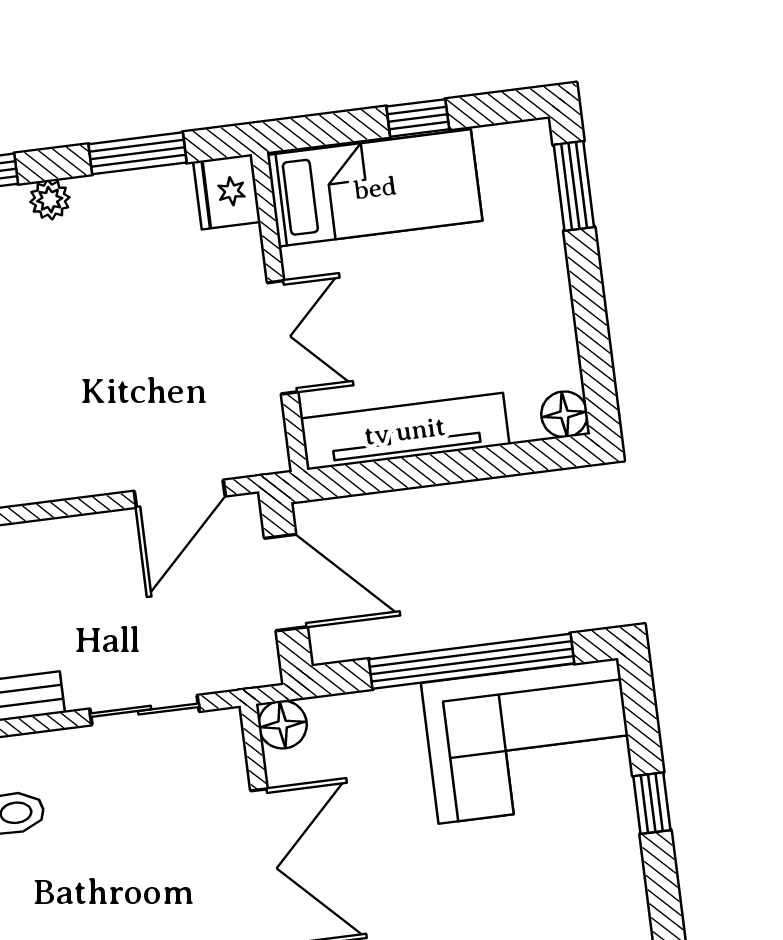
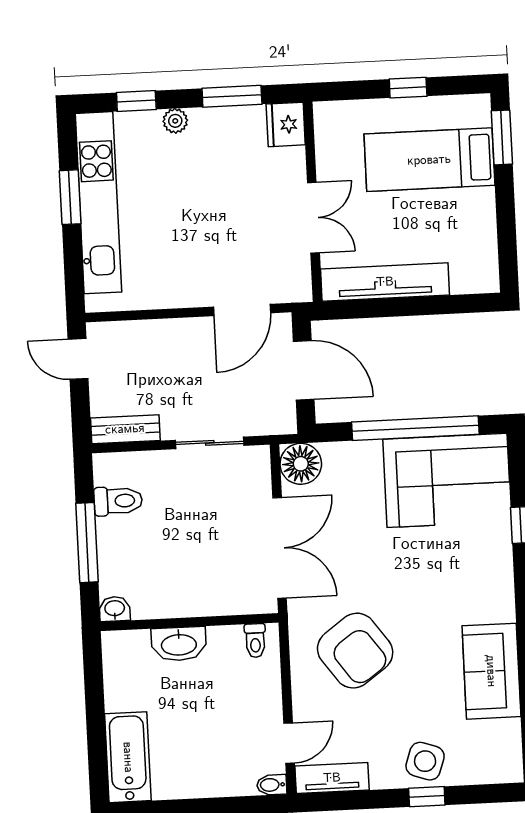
bed: (375, 188) -> (429, 160), moved, turned 180
floor lamp: (564, 414) -> (485, 279), removed
floor lamp: (283, 725) -> (301, 464), width x1.38, depth x1.38

